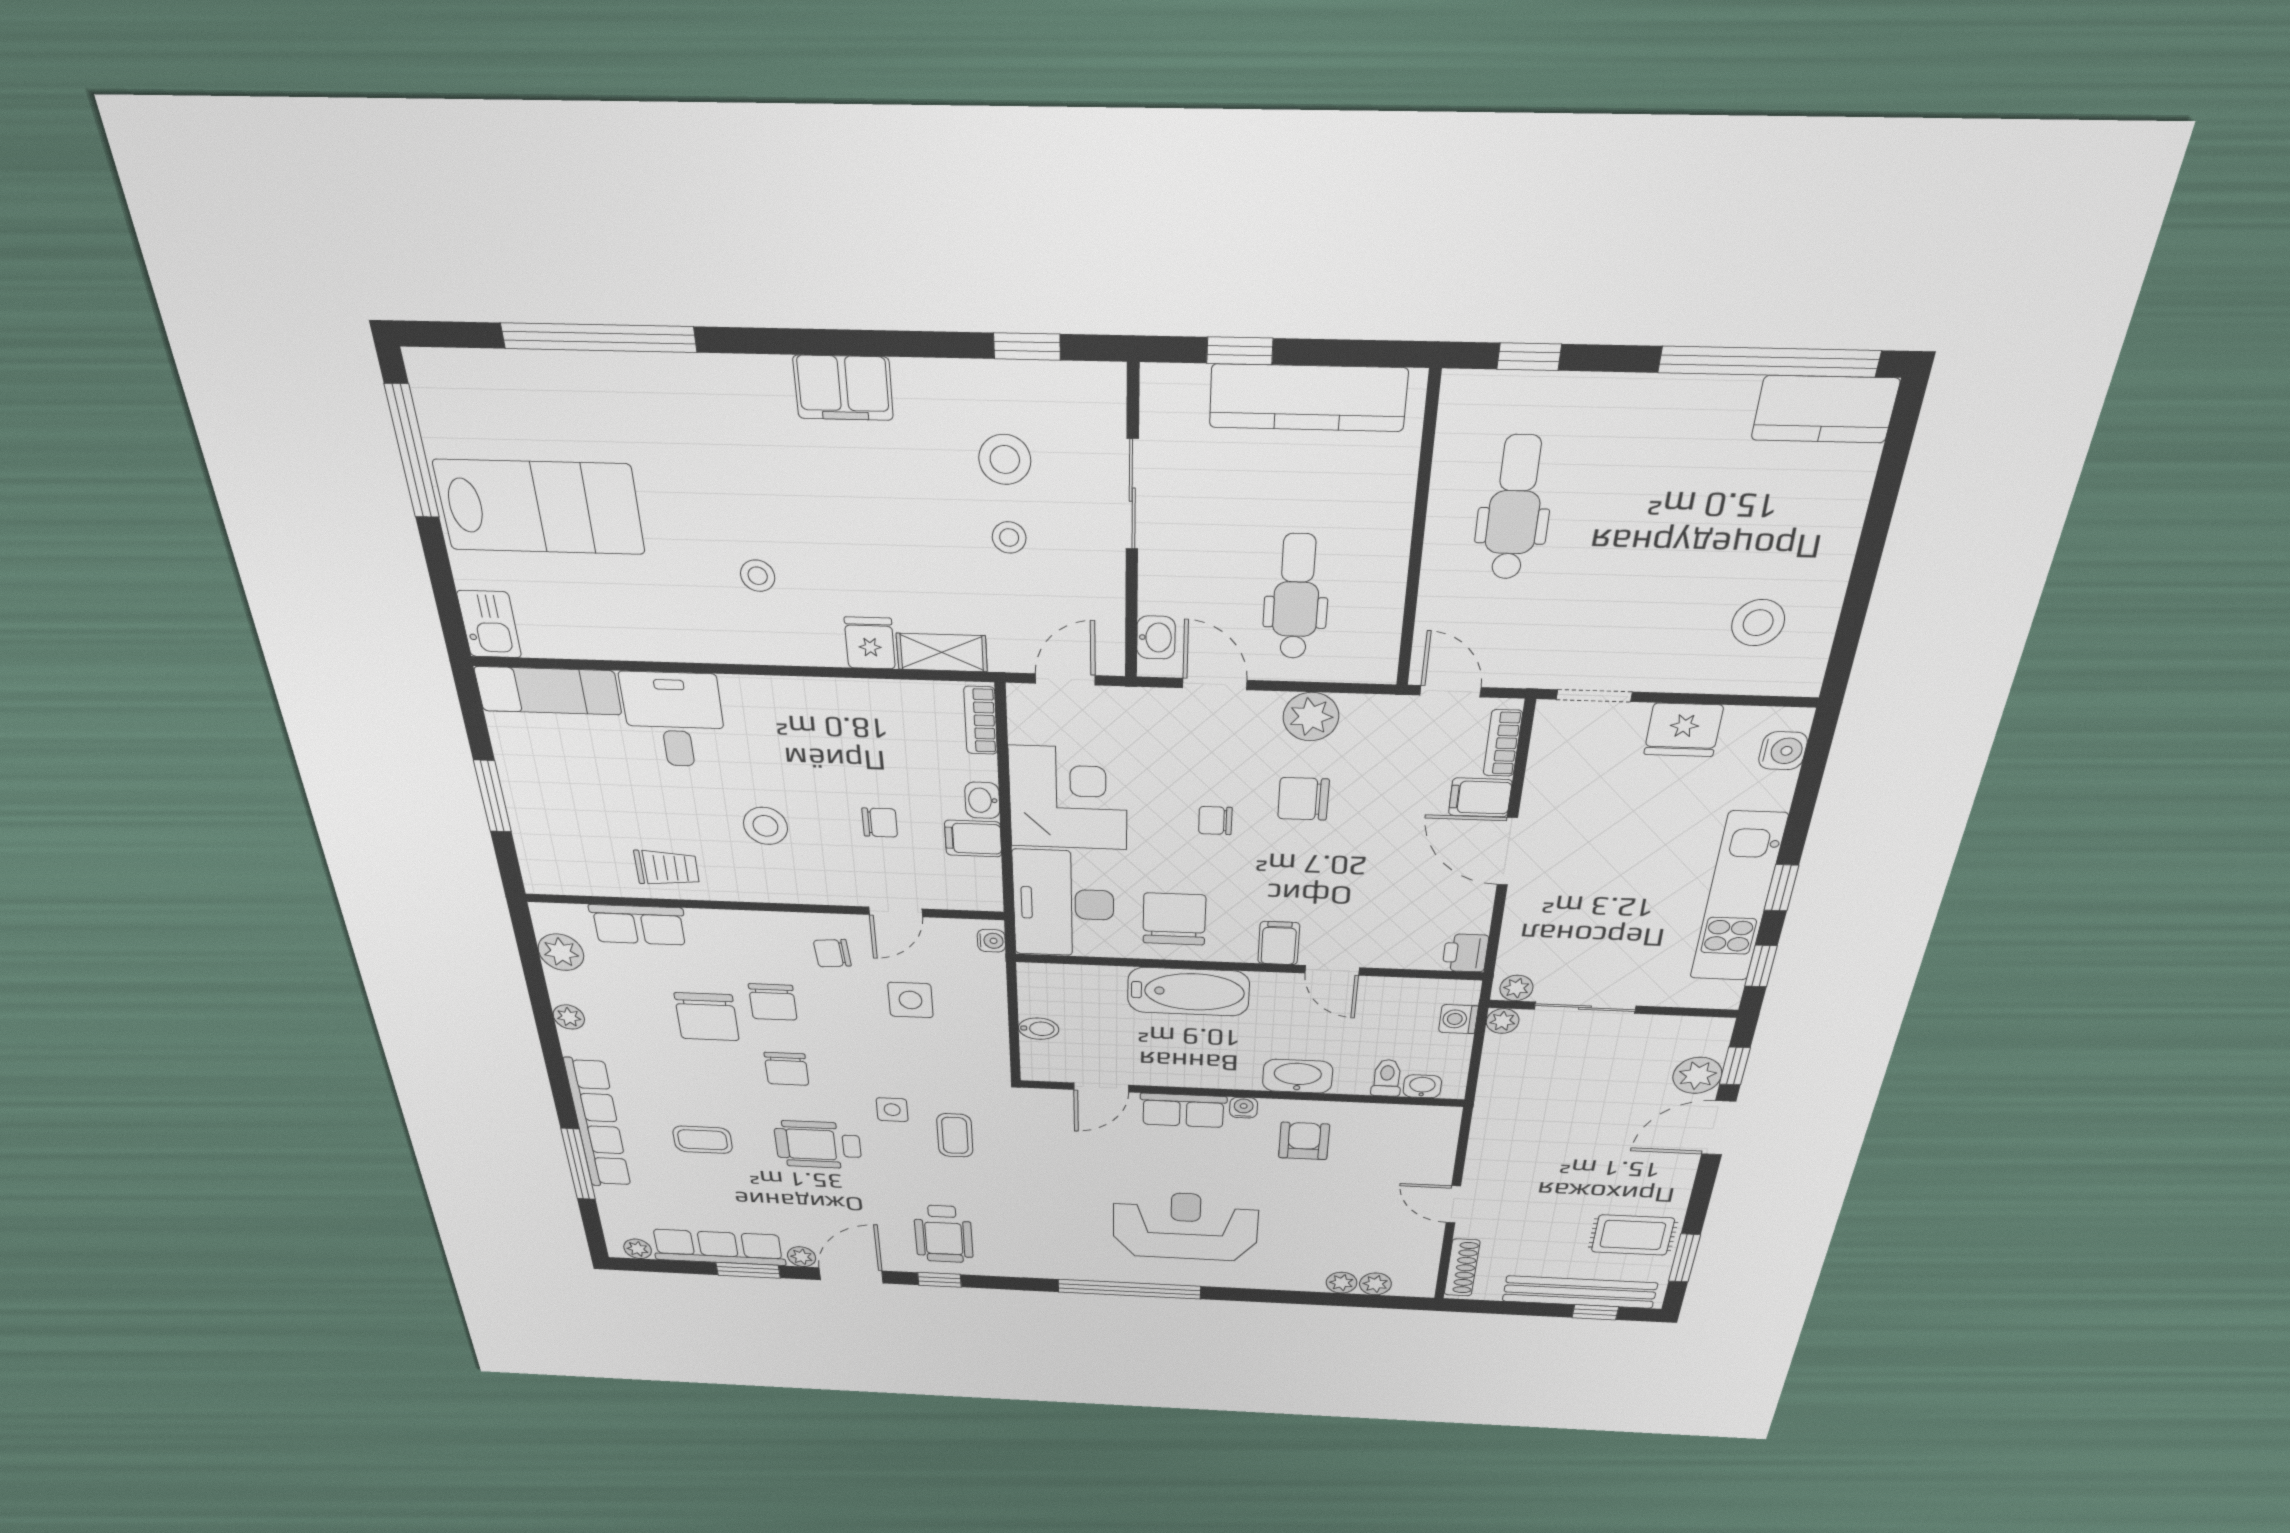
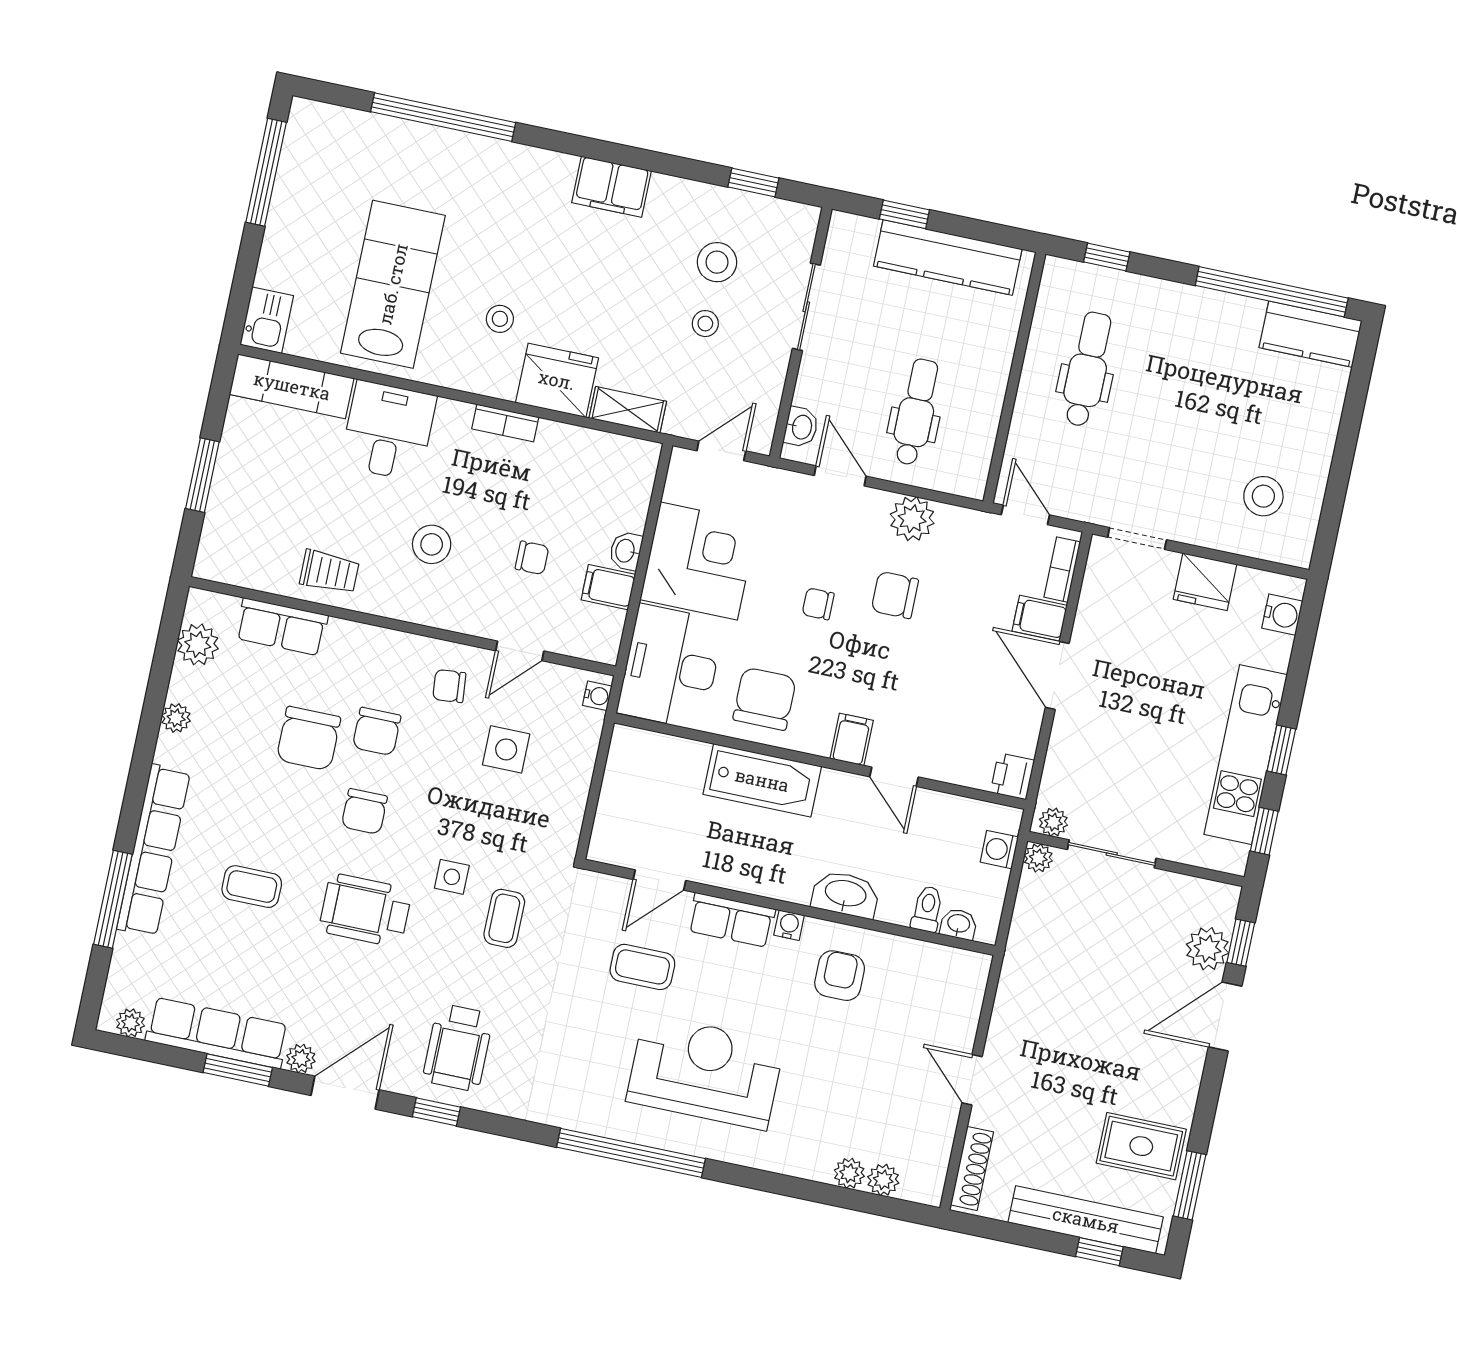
lab bench: (540, 507) -> (393, 284), moved, turned -90
fridge: (870, 643) -> (557, 380), width x1.88, depth x1.34
bookcase: (981, 720) -> (505, 423), moved, turned -90
bidet: (1039, 1029) -> (617, 801), removed
coffee table: (1103, 1157) -> (642, 967), added

